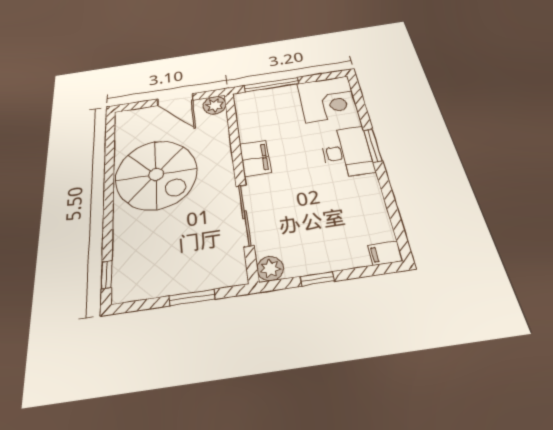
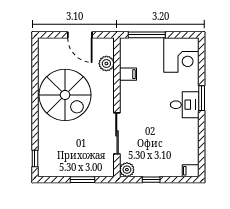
plant: (215, 105) -> (106, 64), moved
desk: (347, 152) -> (185, 105), width x0.73
filing cabinet: (255, 158) -> (128, 74), moved, width x0.50

